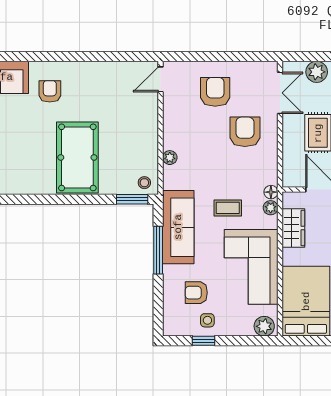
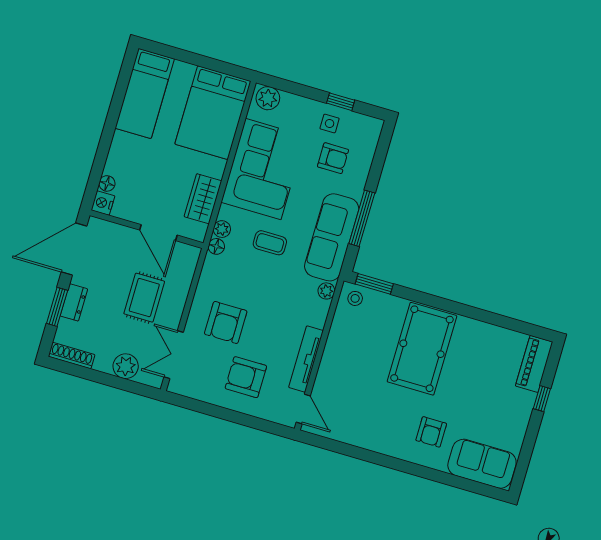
door: (160, 79) -> (303, 409), hinge flipped
armchair: (215, 92) -> (246, 377), turned 90
tv unit: (170, 121) -> (306, 359), added
plant: (170, 158) -> (326, 291), moved

